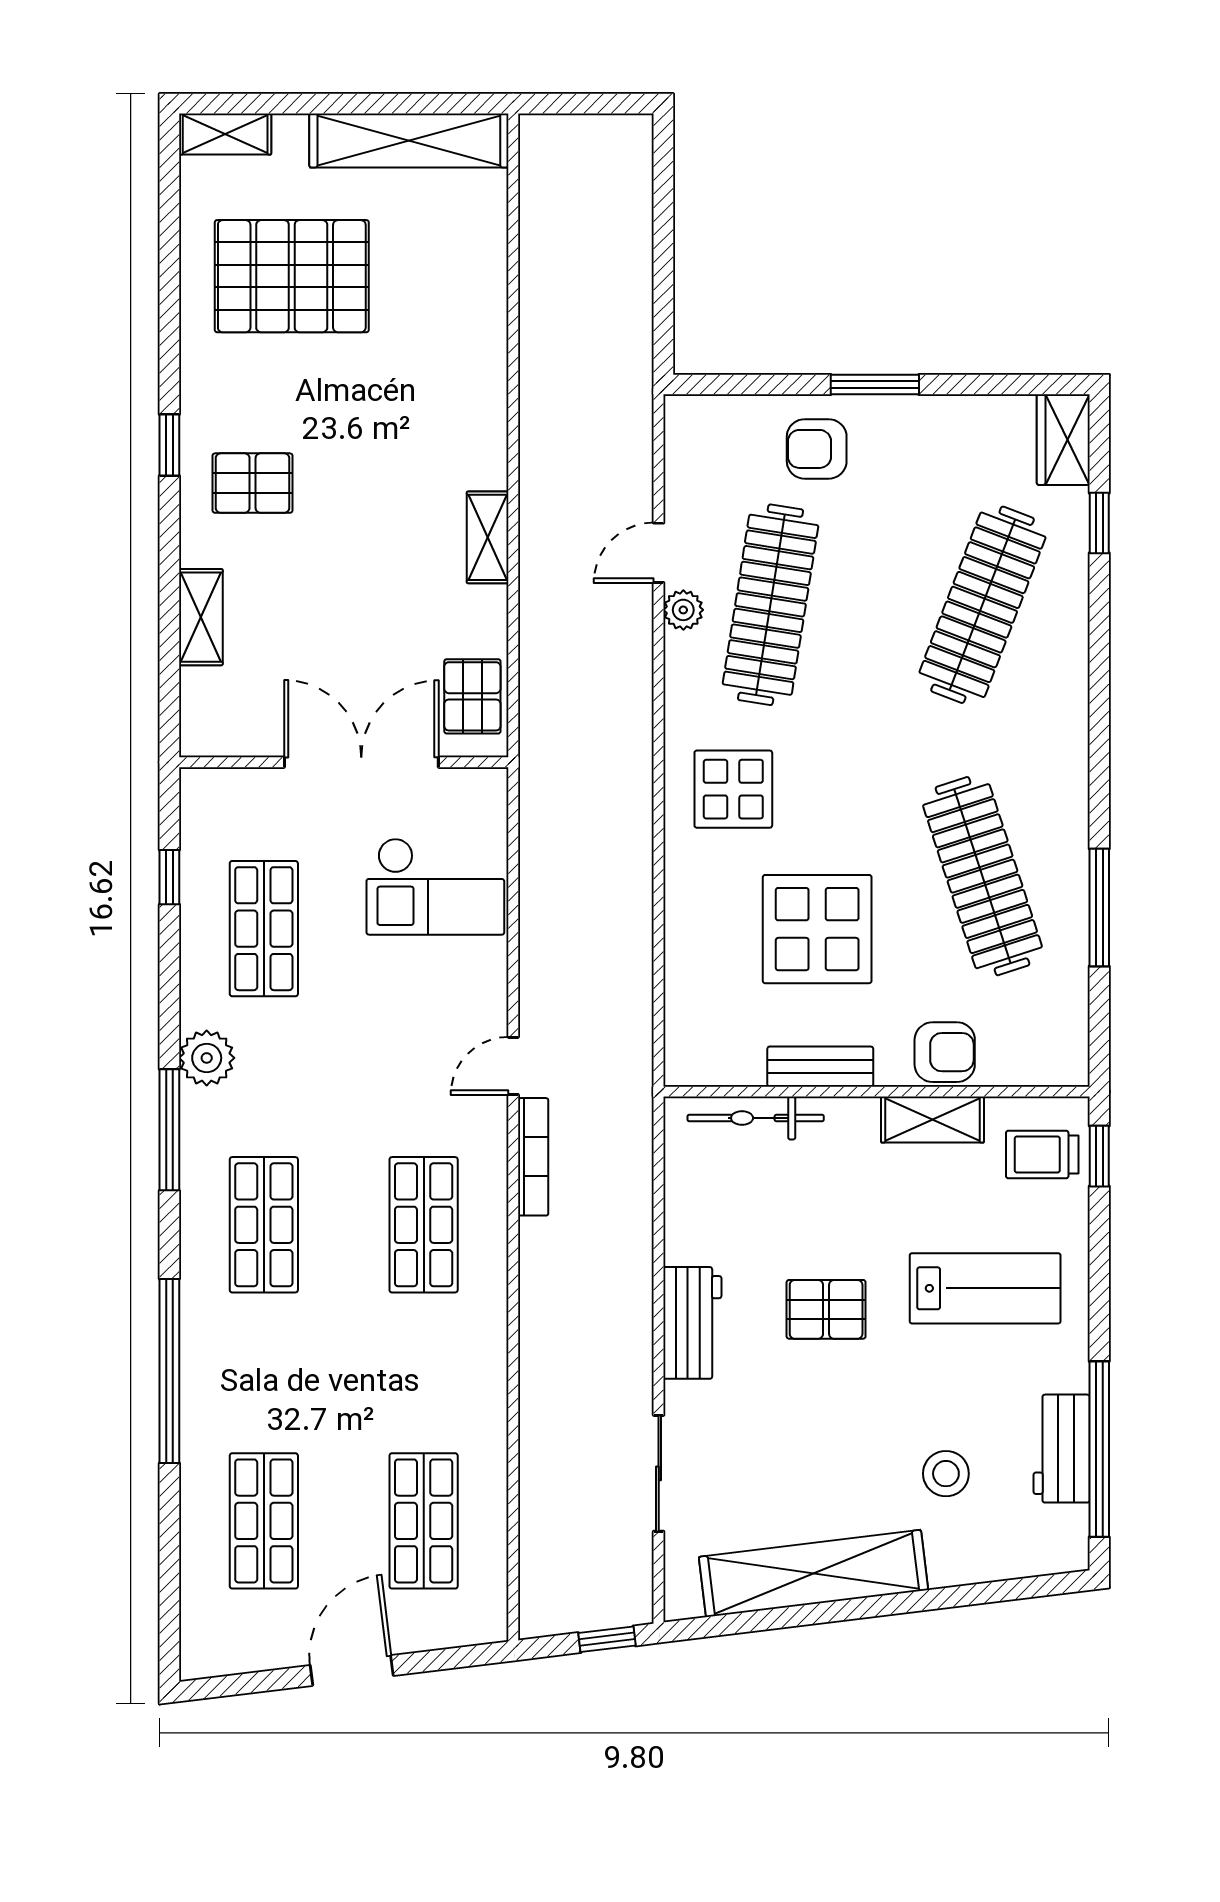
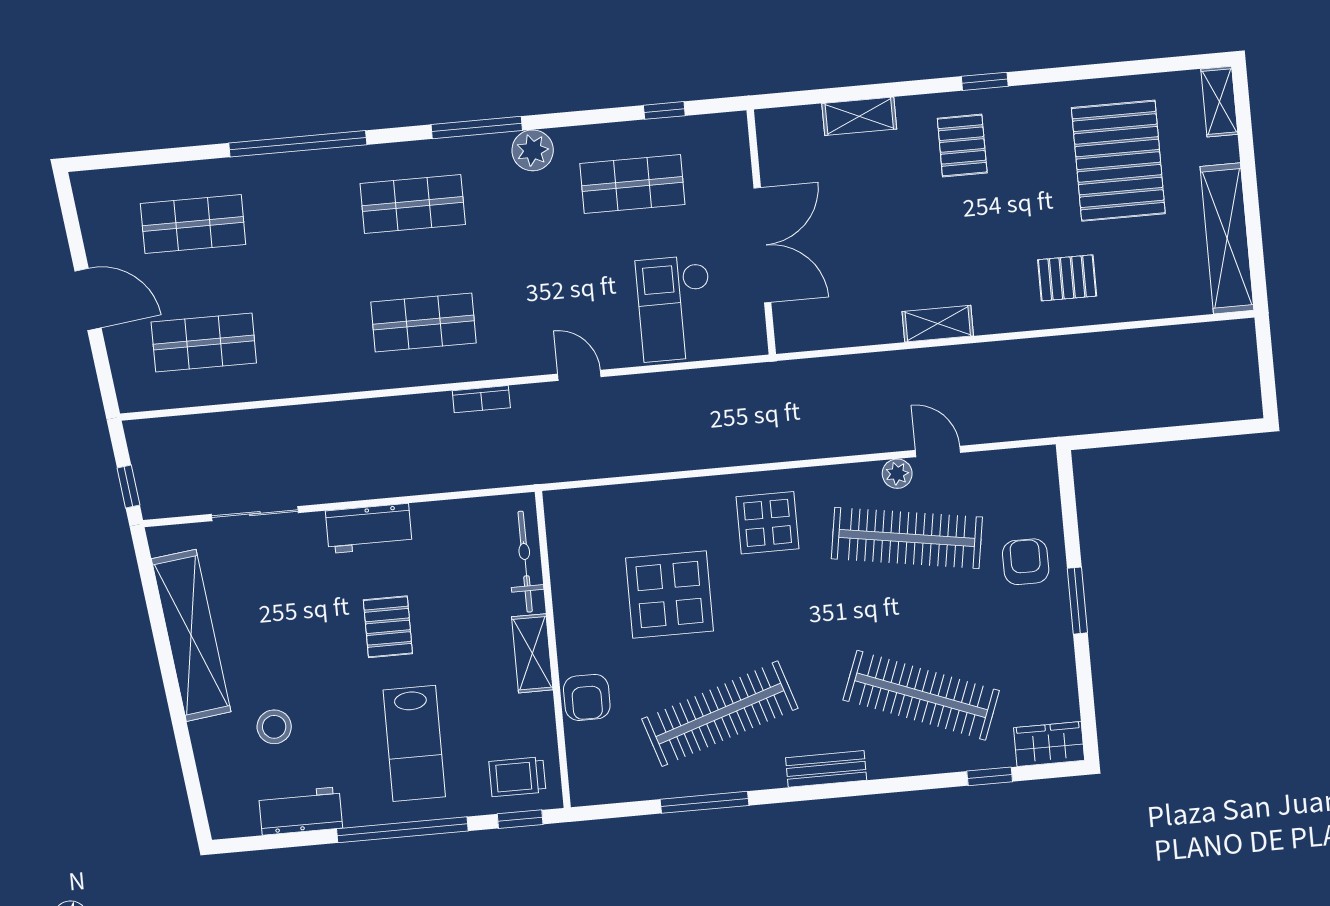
pallet: (472, 696) -> (1067, 278), moved
door: (513, 1066) -> (579, 375), moved
bench: (820, 1067) -> (826, 769), moved, turned 90
shelving: (933, 1120) -> (532, 653), moved
trolley: (1042, 1154) -> (517, 777), turned -90
bookcase: (533, 1157) -> (481, 399), width x0.64
window: (1099, 1449) -> (402, 830), moved

